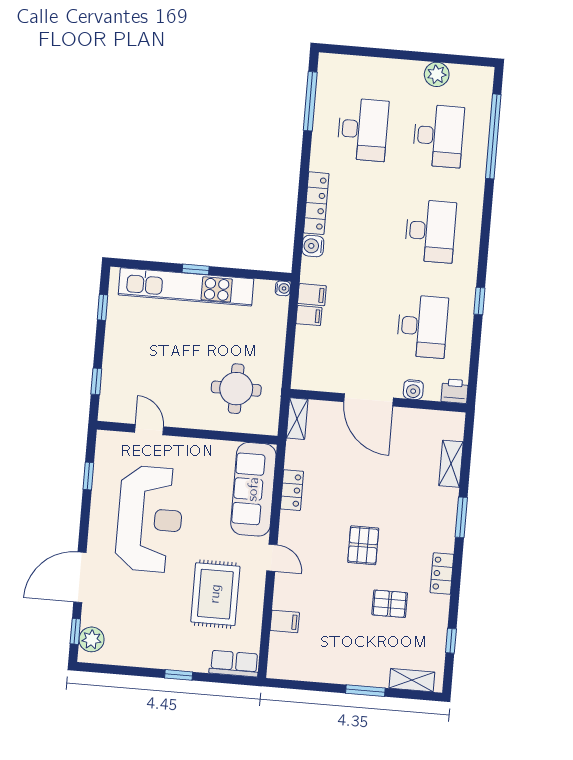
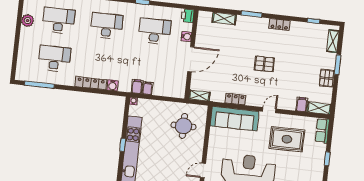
pallet: (390, 604) -> (327, 78), moved
shelving: (278, 656) -> (319, 108), added

